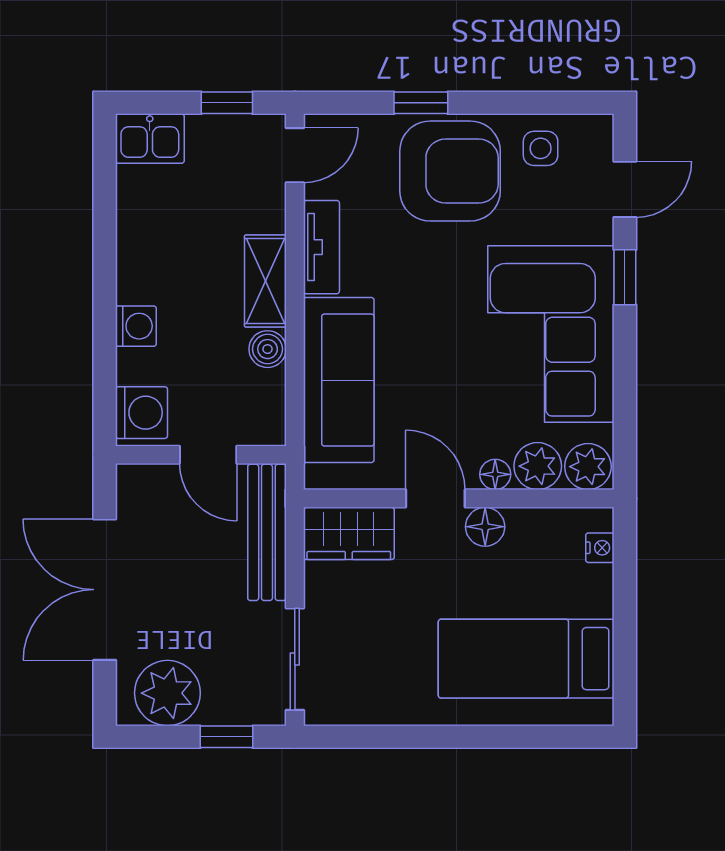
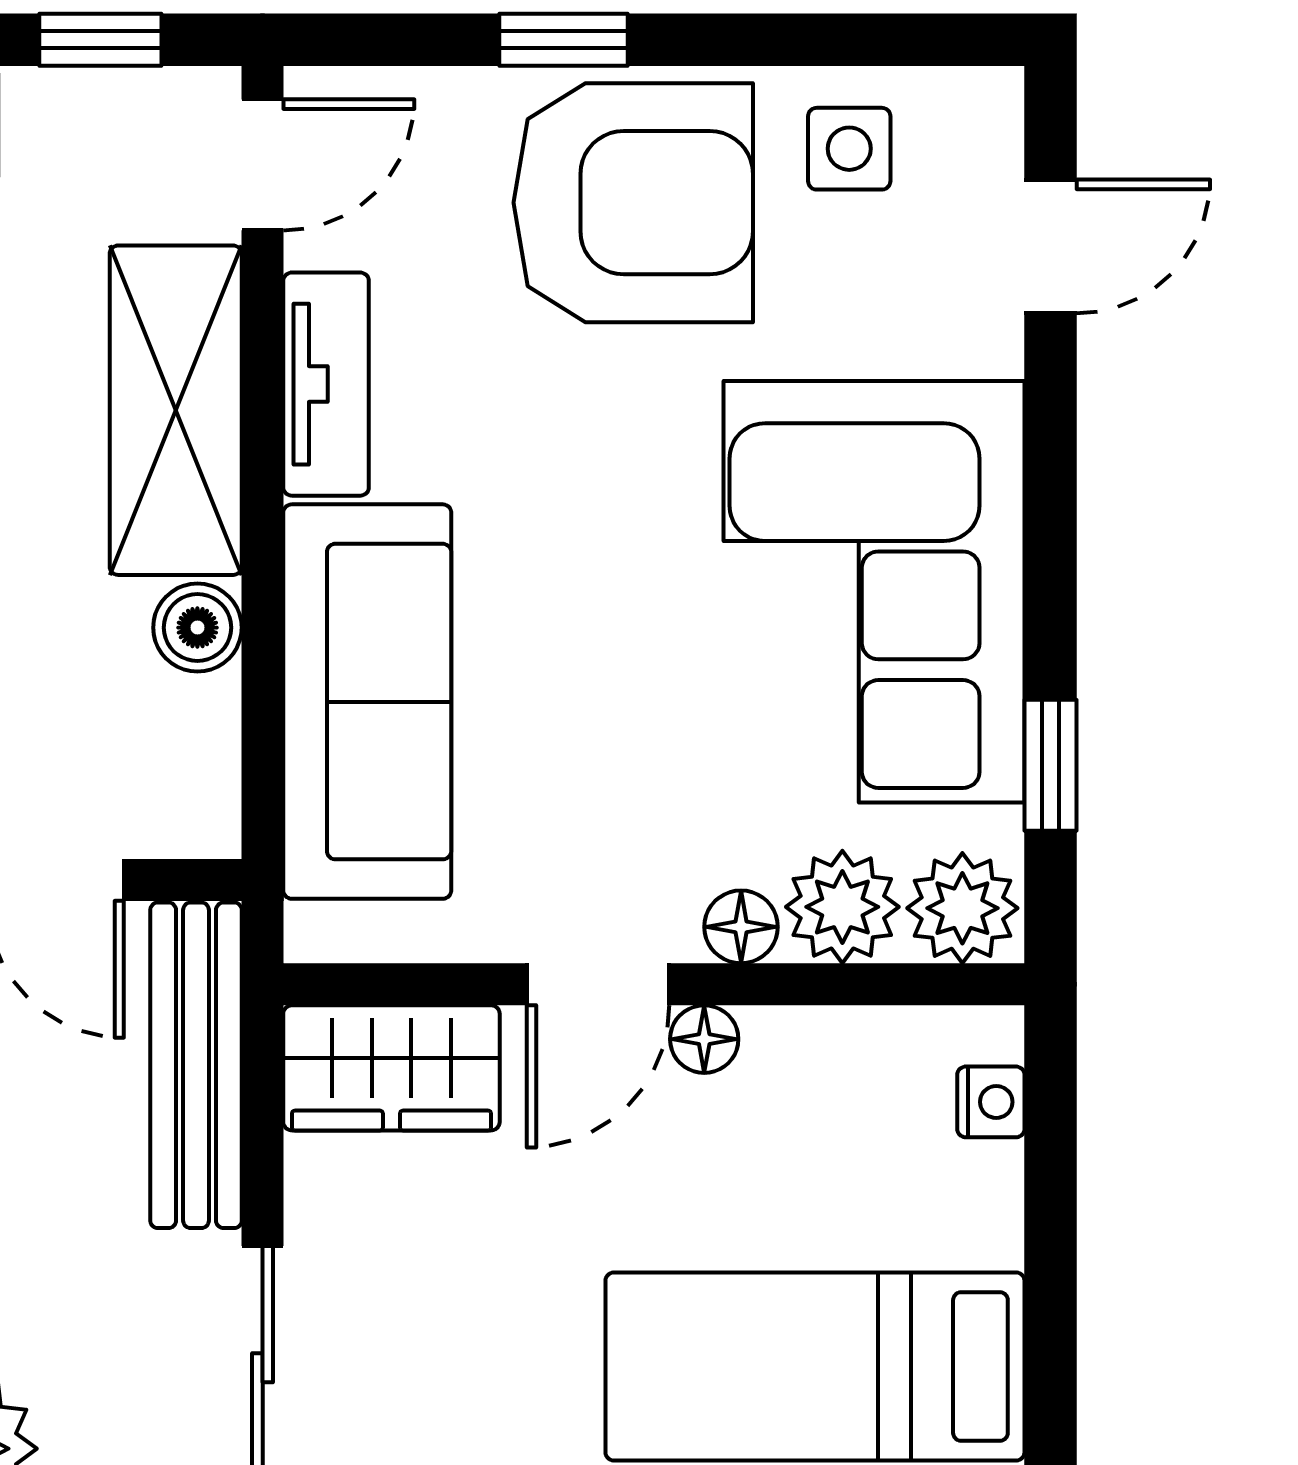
window: (625, 277) -> (1051, 765), moved
shelving: (265, 281) -> (176, 410), width x1.50, depth x1.33
door: (435, 498) -> (598, 984), swing flipped
floor lamp: (485, 527) -> (704, 1039), width x0.73, depth x0.73

